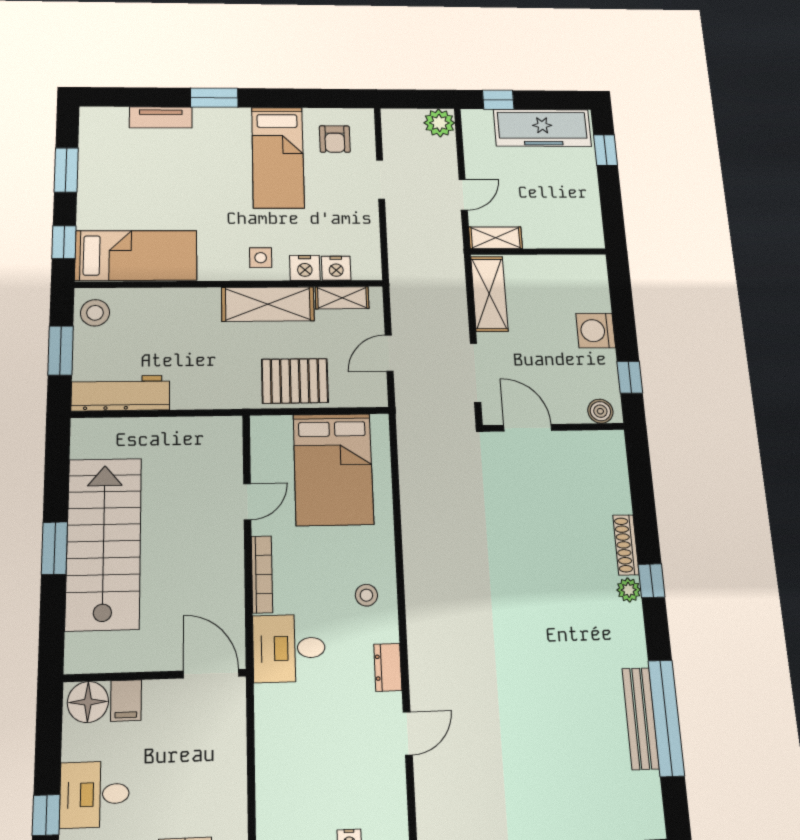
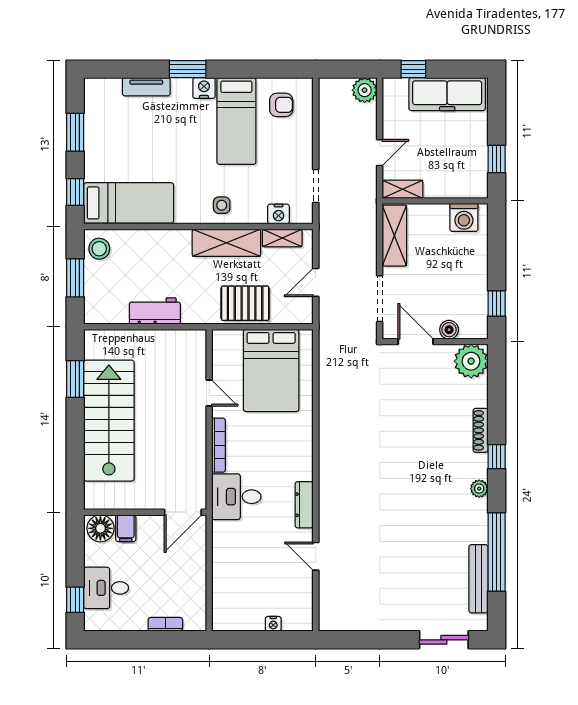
armchair: (335, 139) -> (281, 105), turned -90
window: (605, 150) -> (497, 159), moved
doorway: (381, 180) -> (316, 186), moved
nightstand: (305, 268) -> (204, 88), moved, turned 180
washing machine: (596, 331) -> (464, 217), moved, turned -90
workbench: (120, 393) -> (155, 311), moved, width x0.73
boiler: (600, 411) -> (449, 330), moved
plant: (604, 452) -> (471, 361), added
door: (247, 502) -> (209, 393), hinge flipped
window: (54, 548) -> (75, 379), moved
plant: (629, 590) -> (479, 489), moved
stool: (366, 595) -> (291, 462), removed
dresser: (388, 667) -> (304, 505), width x1.44
door: (211, 674) -> (183, 512), swing flipped
bench: (641, 718) -> (478, 579), moved
door: (408, 733) -> (316, 556), swing flipped

